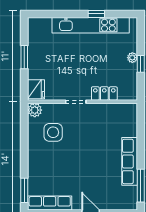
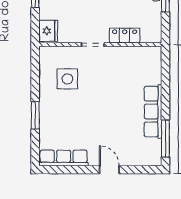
plant: (35, 110) -> (47, 54), removed
window: (24, 190) -> (35, 115), moved

